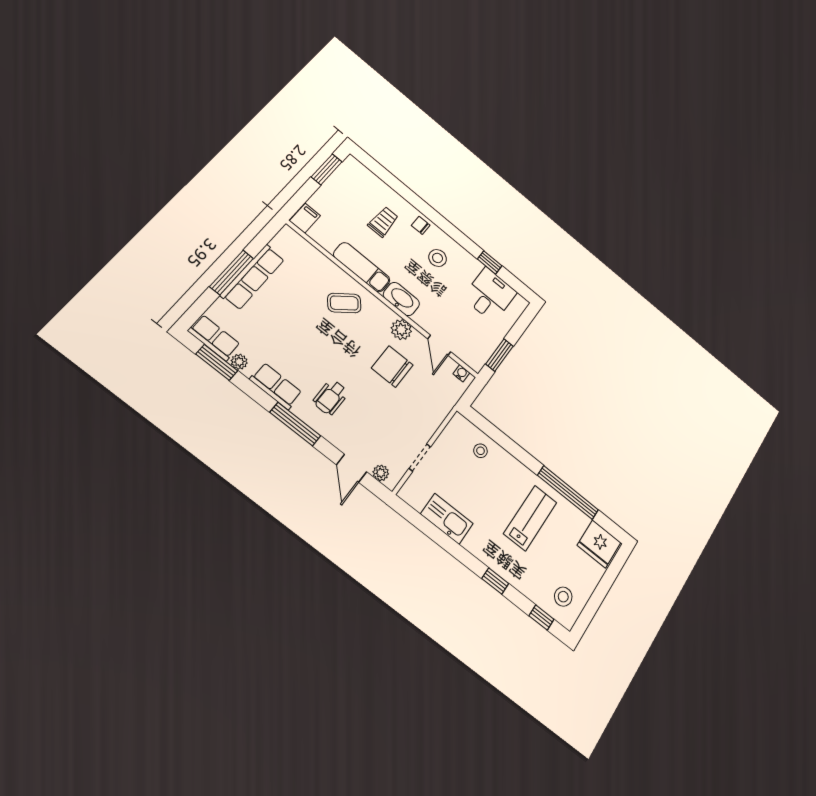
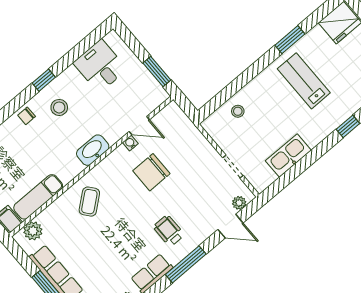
trolley: (383, 222) -> (19, 150), removed
window: (490, 262) -> (44, 80), moved
exam couch: (362, 267) -> (38, 197), moved
plant: (401, 330) -> (33, 231), moved
water cooler: (461, 373) -> (130, 143), moved
wheelchair: (331, 397) -> (169, 231), turned 180
window: (568, 493) -> (290, 40), width x0.47

